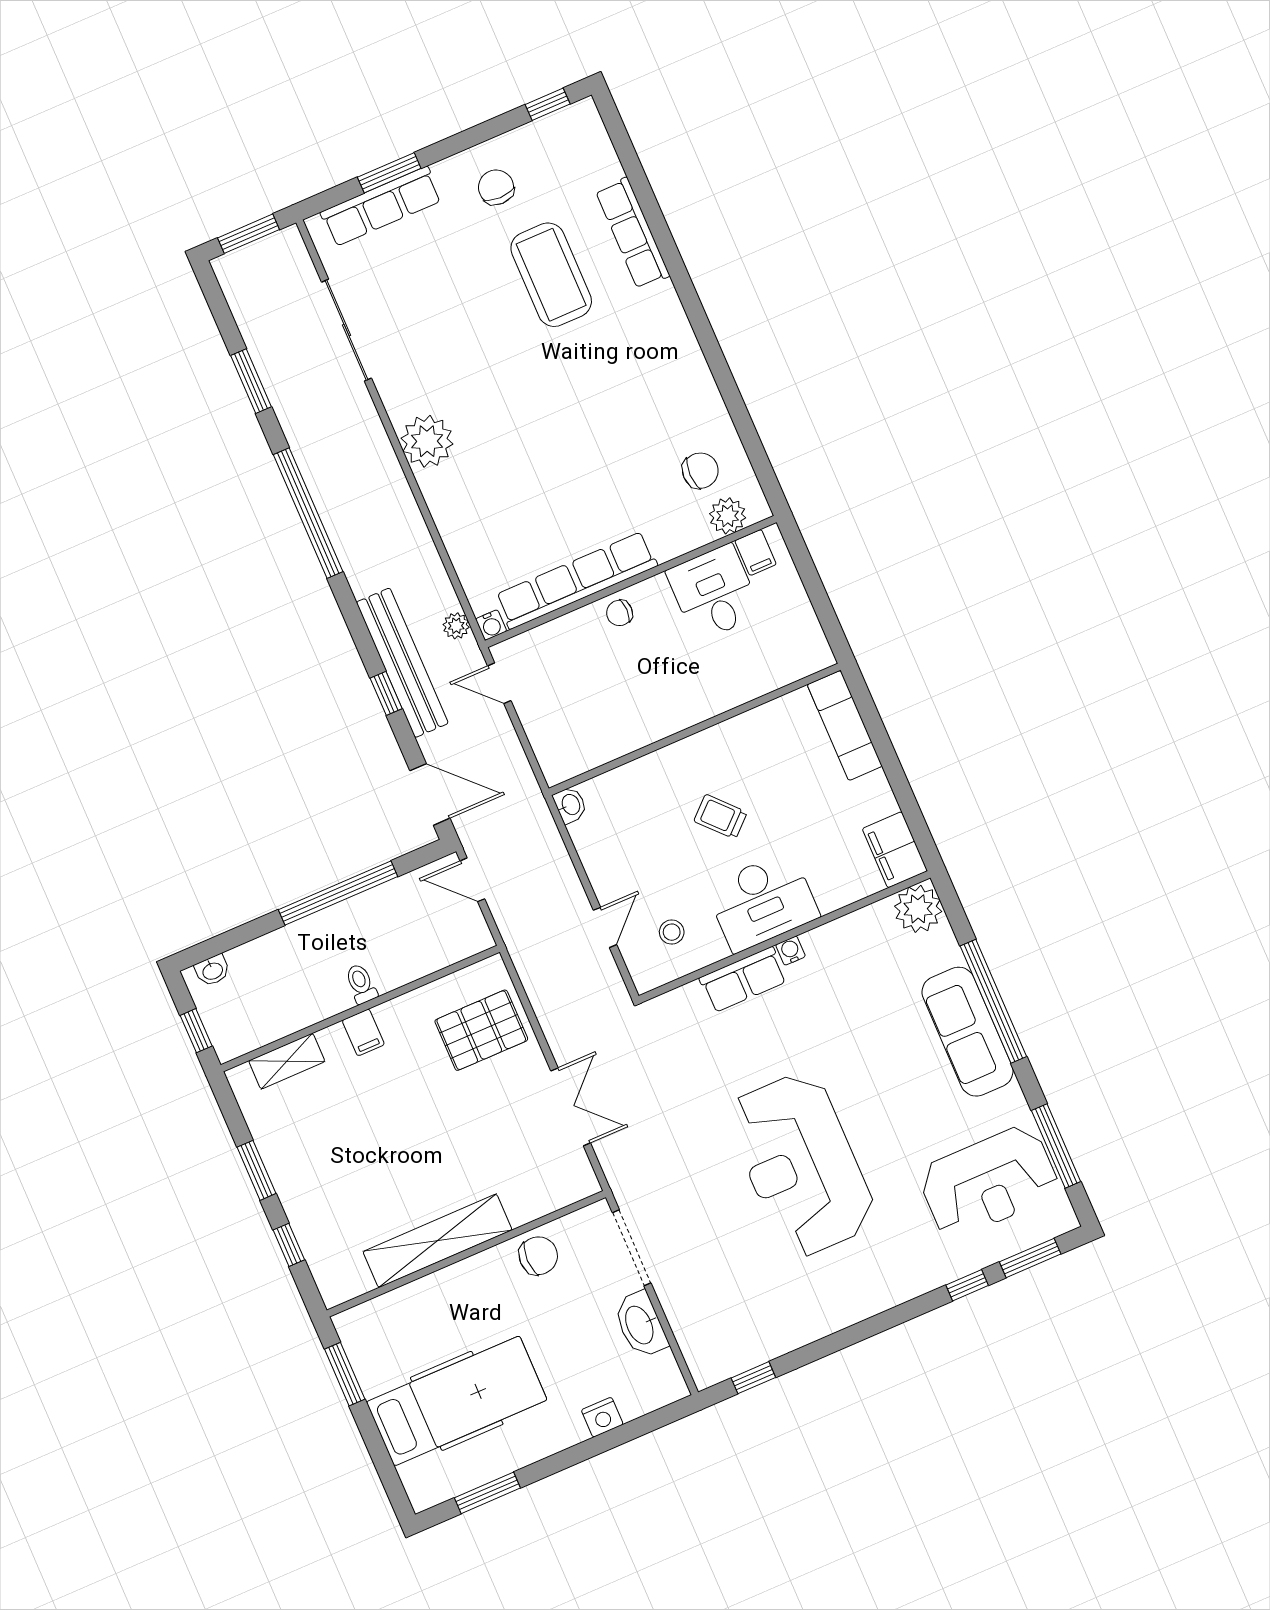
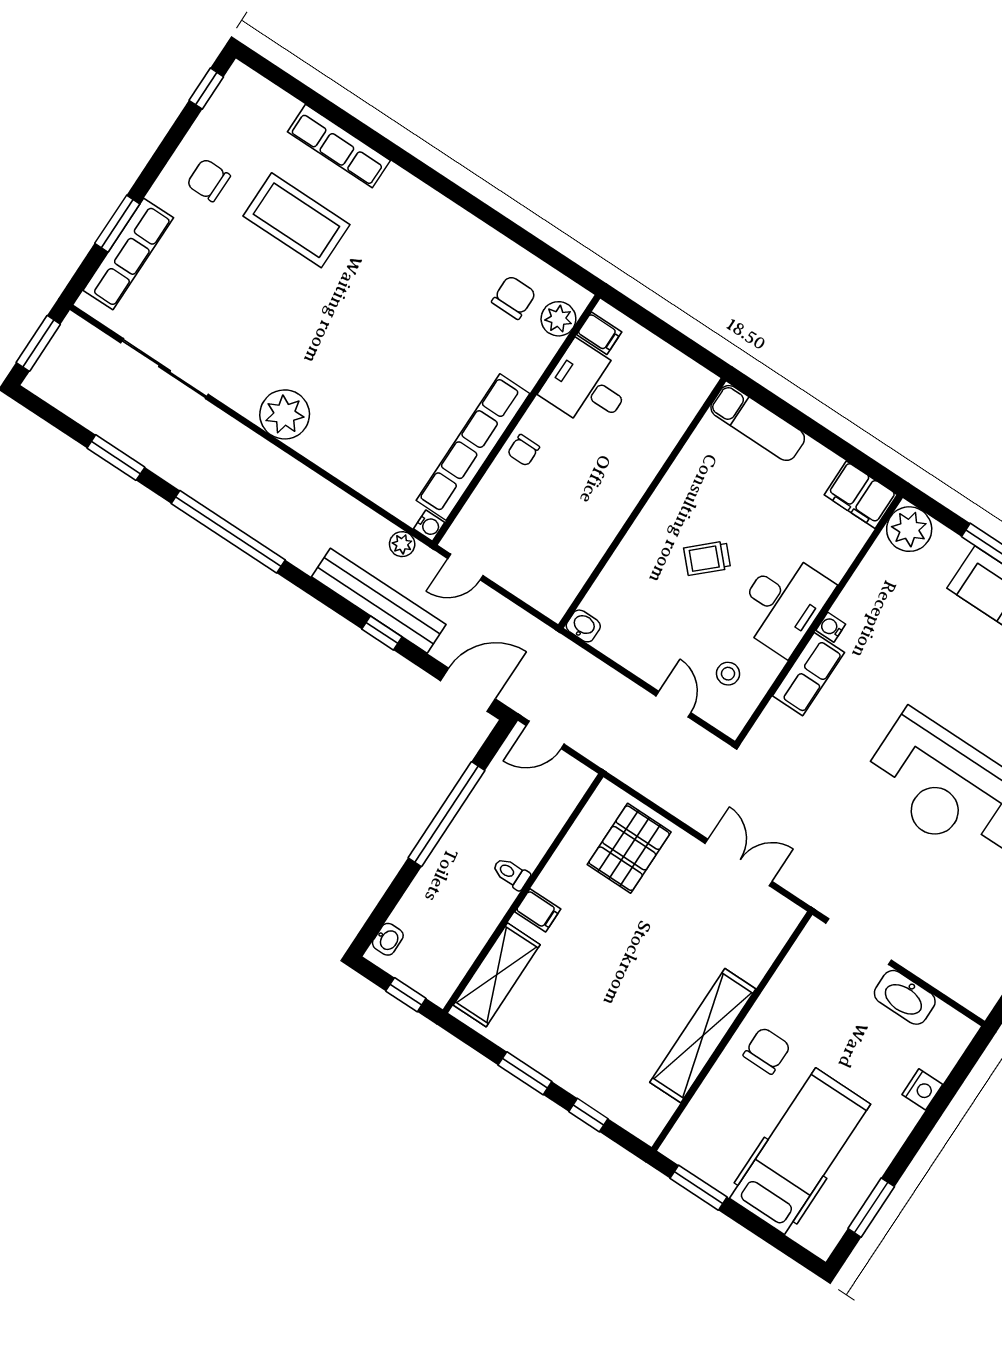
shelving: (287, 1061) -> (497, 975), width x1.50, depth x1.33
chair: (538, 1256) -> (767, 1051), moved

